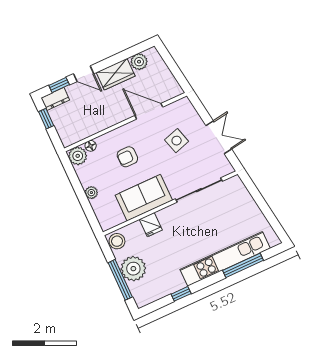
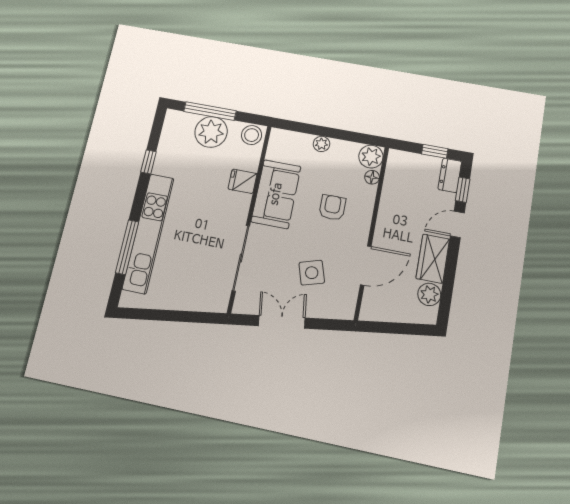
double door: (219, 137) -> (282, 322), swing flipped

